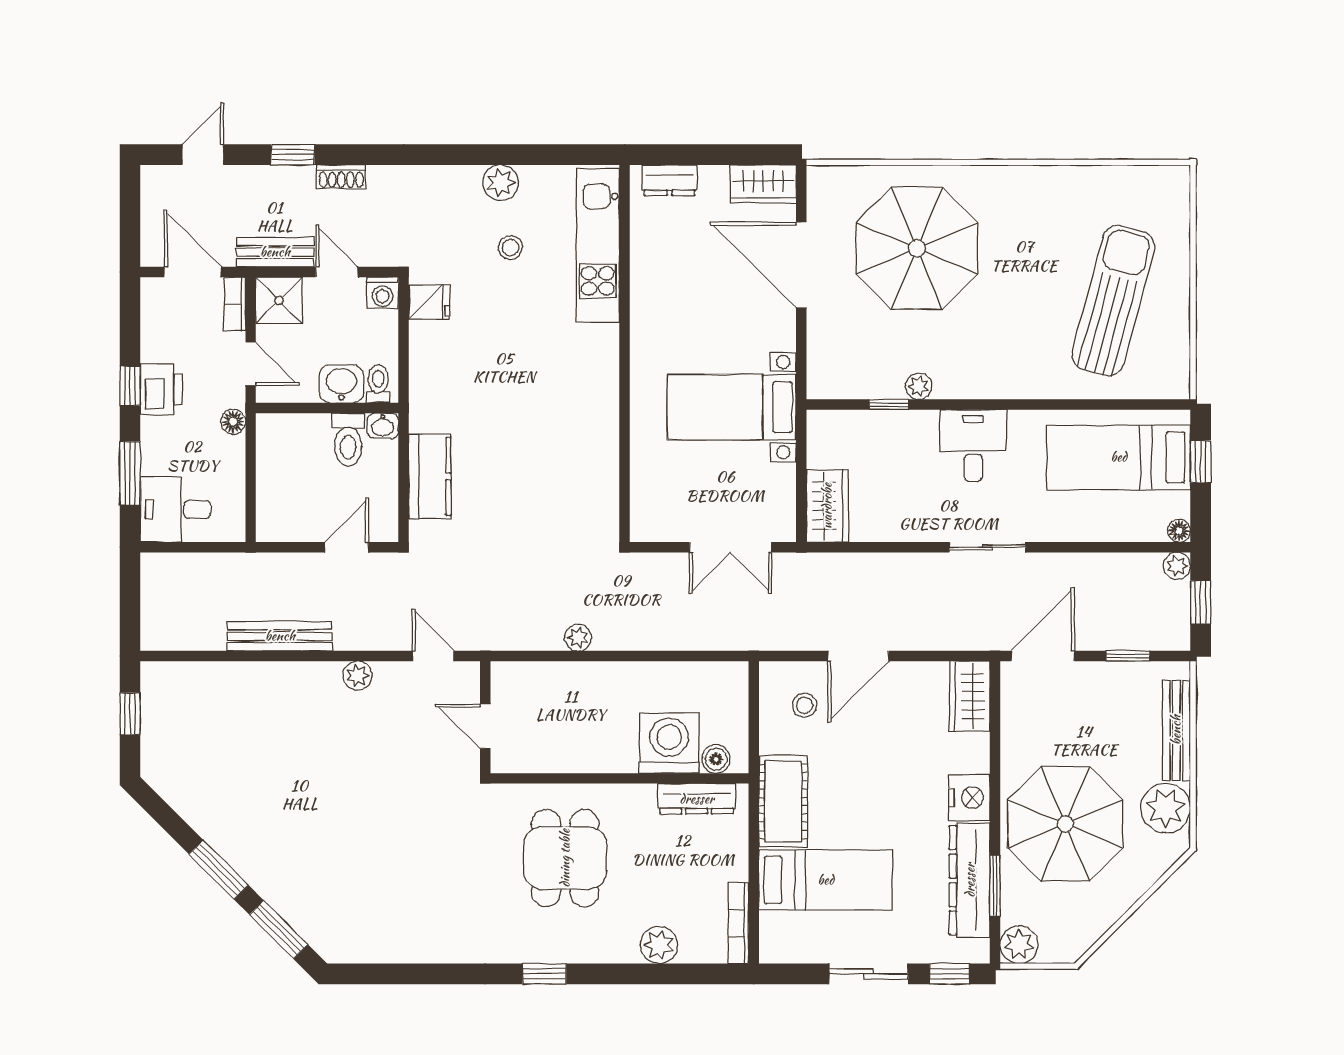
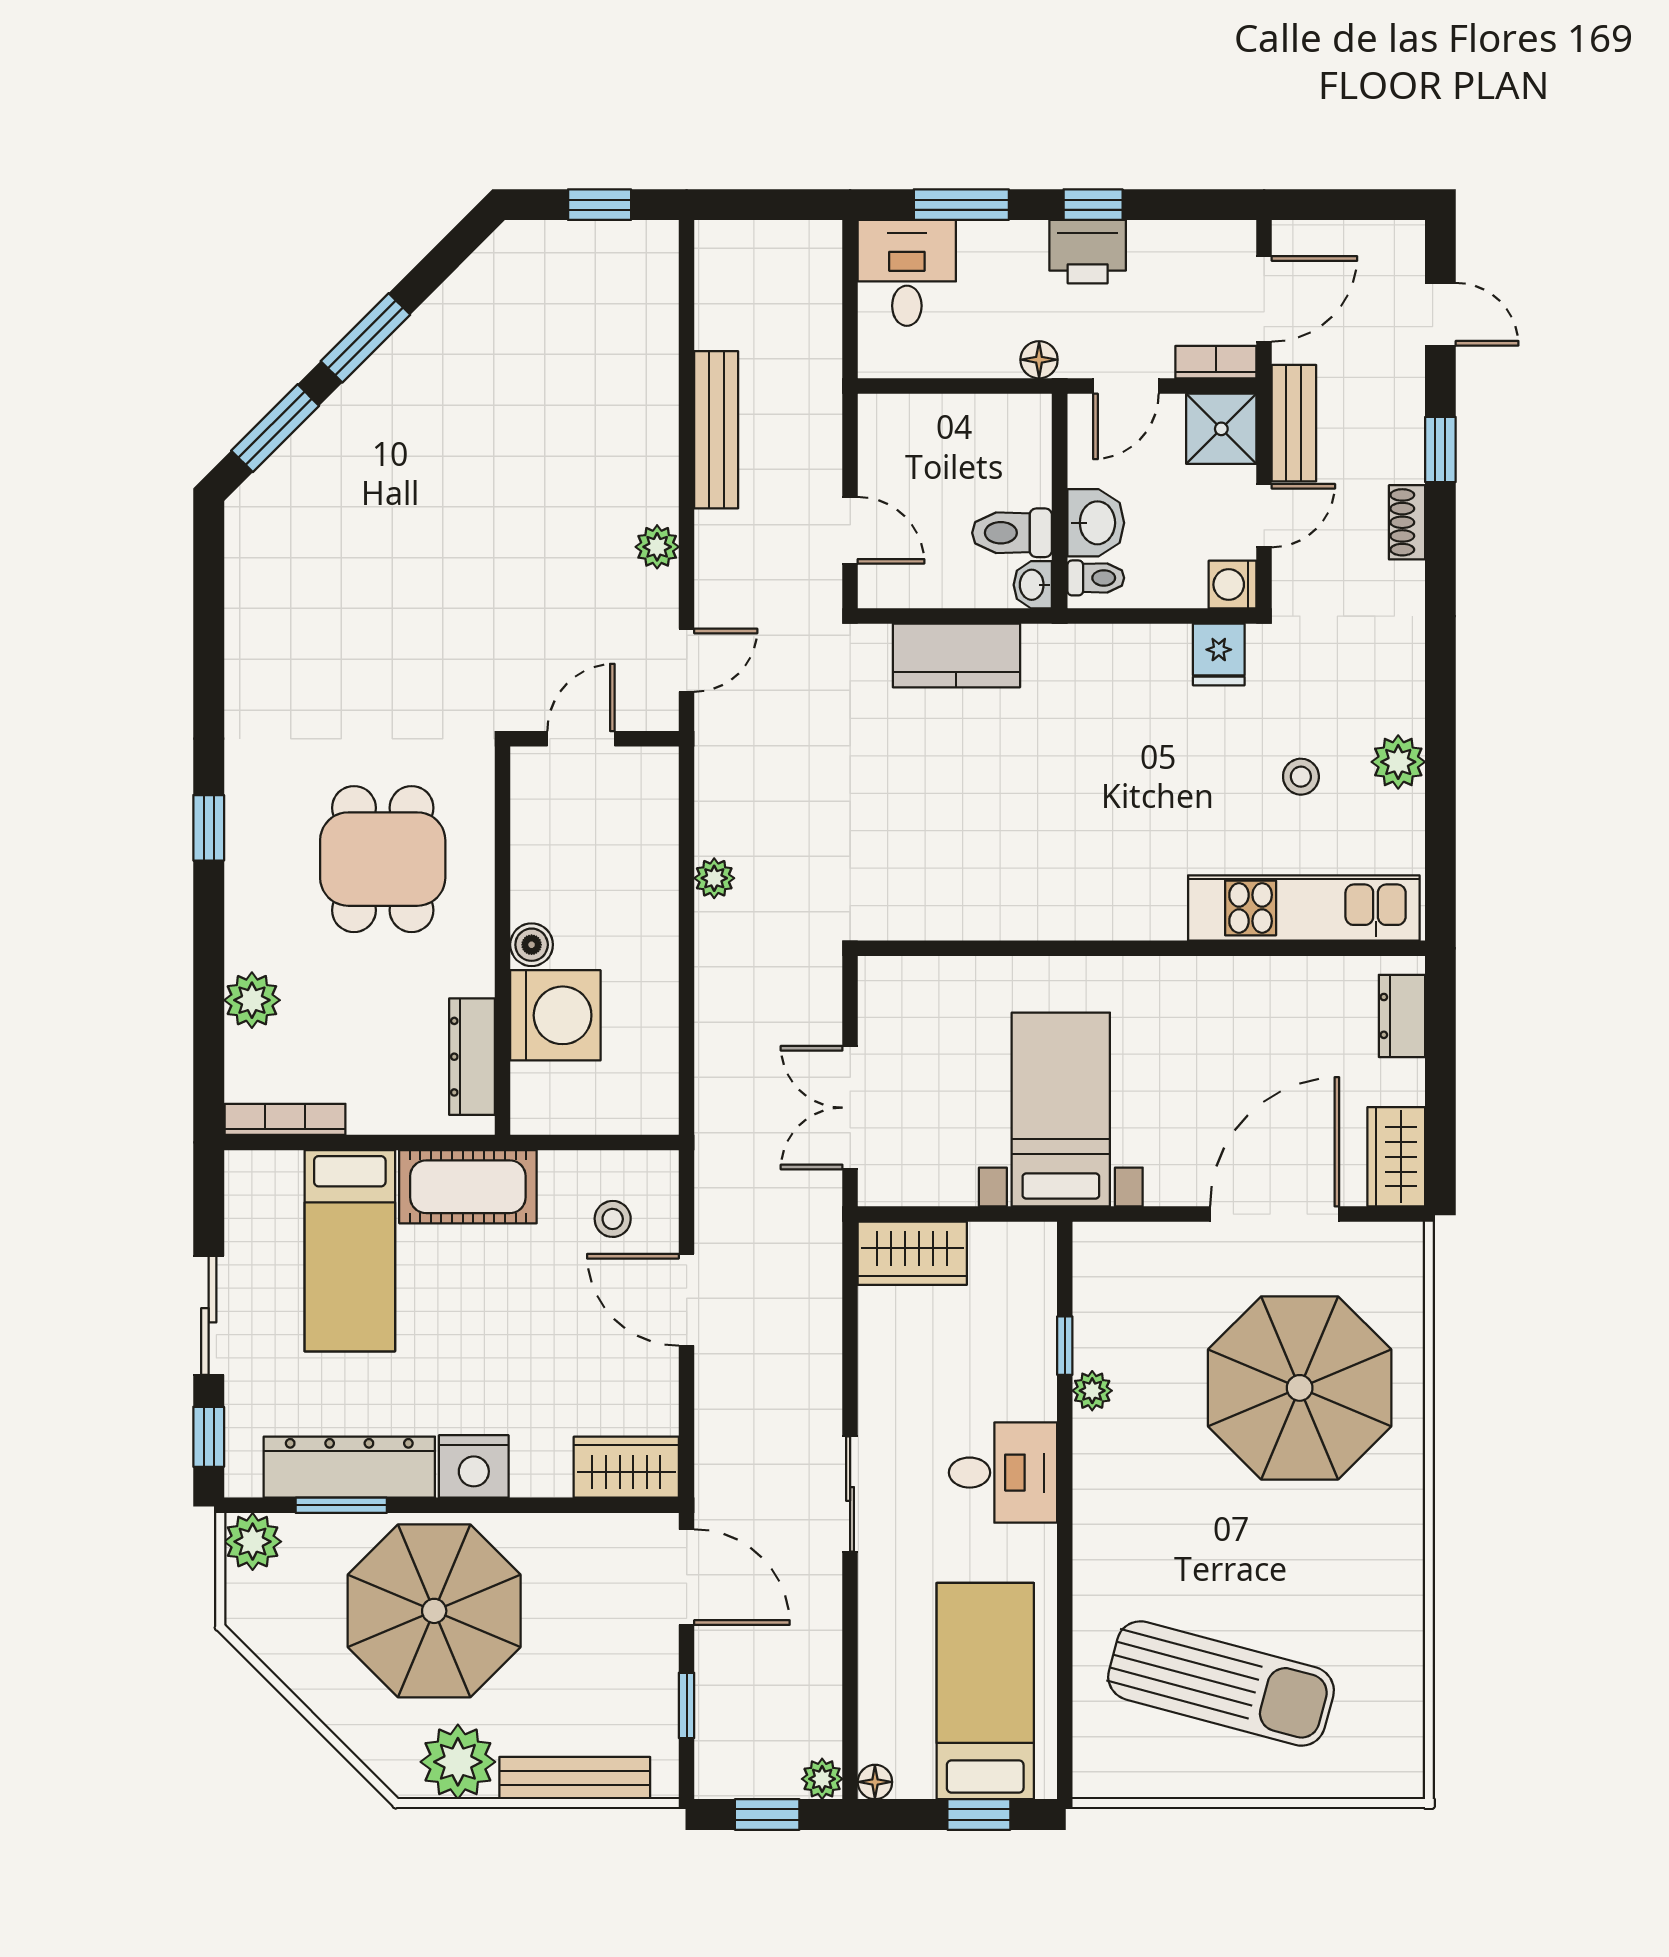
boiler: (716, 759) -> (532, 945), moved
dining table: (565, 858) -> (383, 859), turned 90

